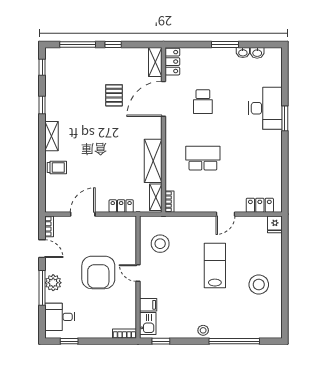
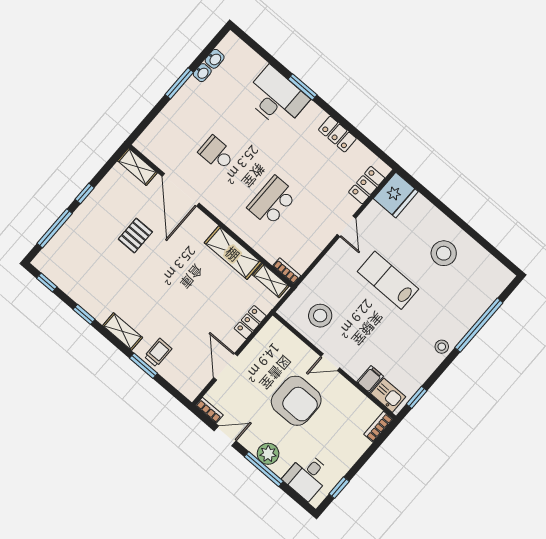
locker: (172, 62) -> (337, 134), moved, turned 180
pallet: (114, 95) -> (135, 236), turned 90
school desk: (203, 102) -> (217, 153), turned 180
window: (42, 166) -> (144, 366), added
fridge: (275, 224) -> (396, 195), width x1.88, depth x1.34

